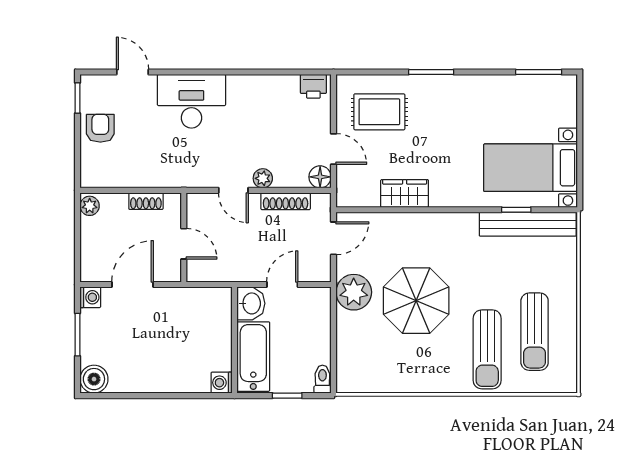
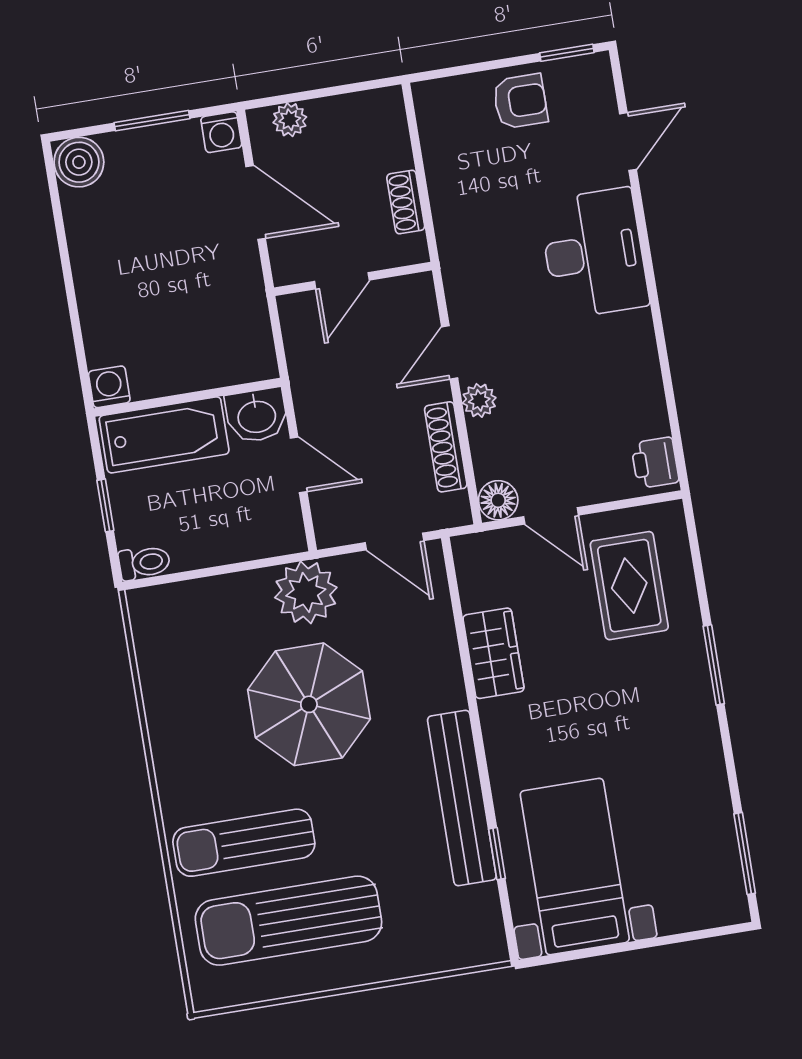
door: (333, 149) -> (551, 516), hinge flipped
plant: (90, 206) -> (290, 120), moved
bench: (528, 224) -> (462, 798), moved
sun lounger: (535, 332) -> (288, 921), width x1.36, depth x1.34

